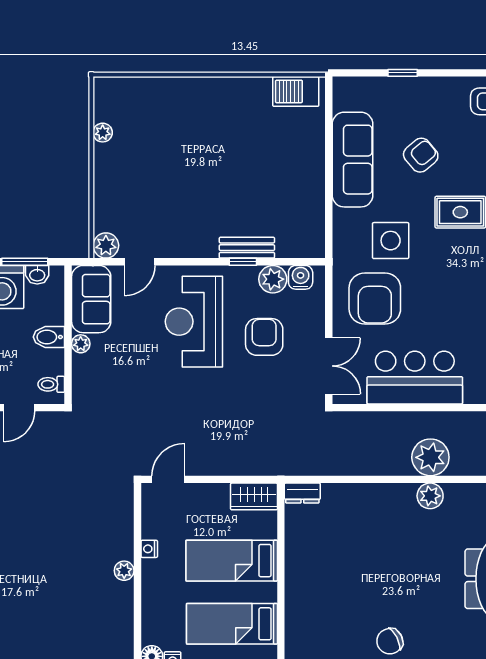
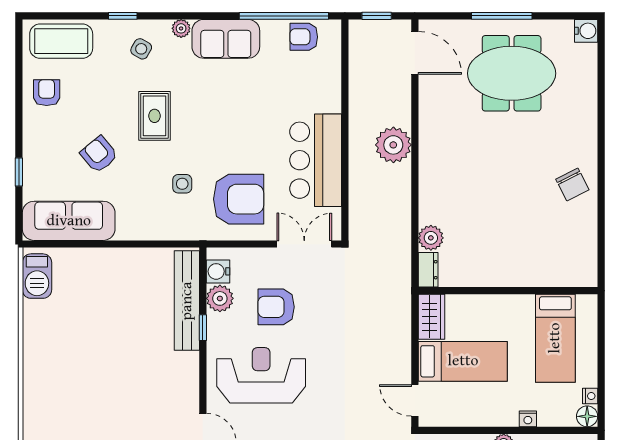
sofa: (353, 160) -> (69, 221), moved
side table: (391, 241) -> (182, 184), width x0.54, depth x0.54
bench: (247, 248) -> (187, 301), width x1.86, depth x1.21
reception desk: (194, 322) -> (261, 375), turned 180
plant: (430, 496) -> (431, 238), moved
nightstand: (149, 549) -> (528, 419), moved
bed: (232, 561) -> (463, 361), moved, turned -90

